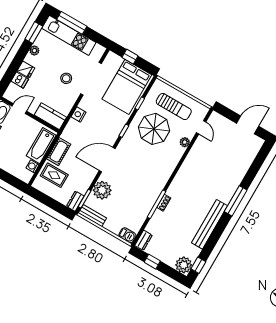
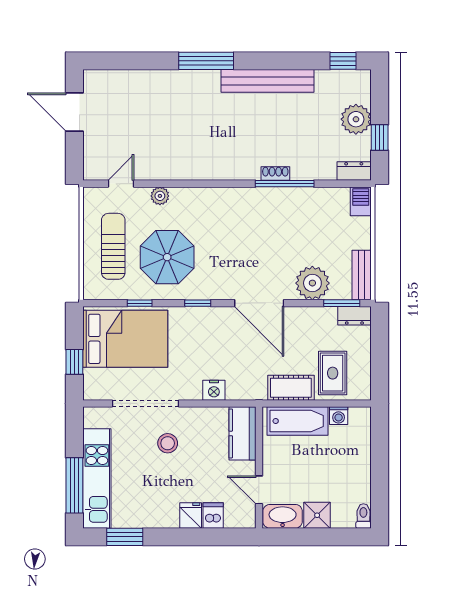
plant: (34, 50) -> (153, 519), removed
plant: (184, 265) -> (356, 119), moved

